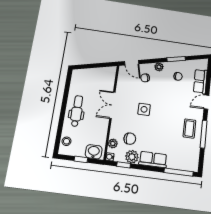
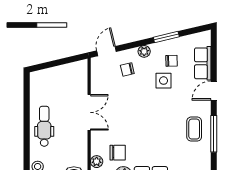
door: (132, 63) -> (107, 51), swing flipped
double door: (112, 105) -> (89, 112), swing flipped
side table: (144, 109) -> (164, 81), moved

